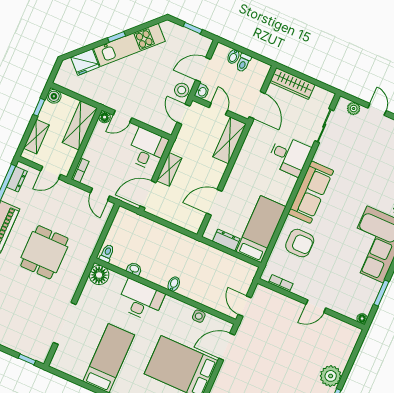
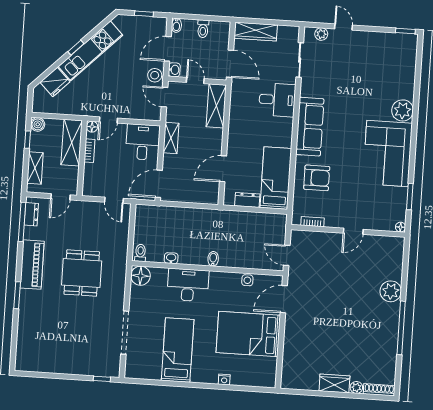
bidet: (233, 56) -> (176, 25), moved
shelving: (169, 169) -> (171, 138), moved
bookcase: (80, 170) -> (89, 151), moved

